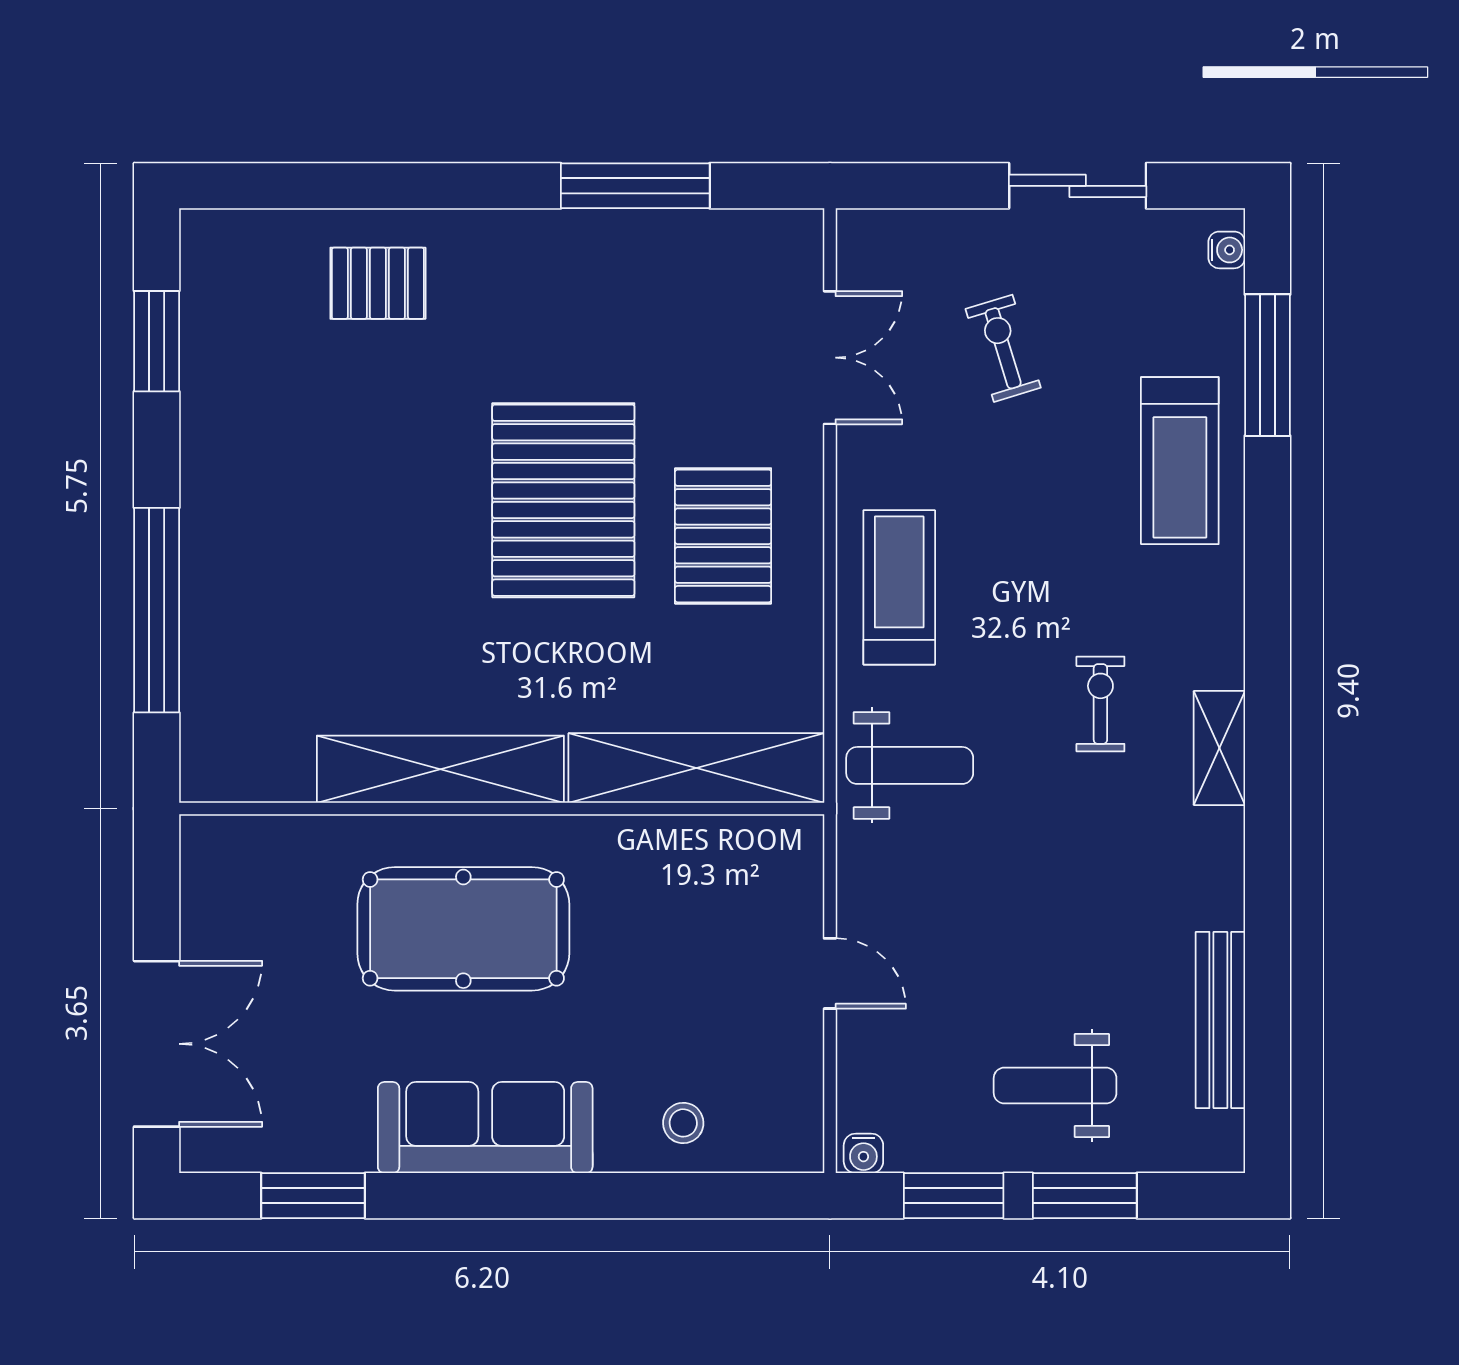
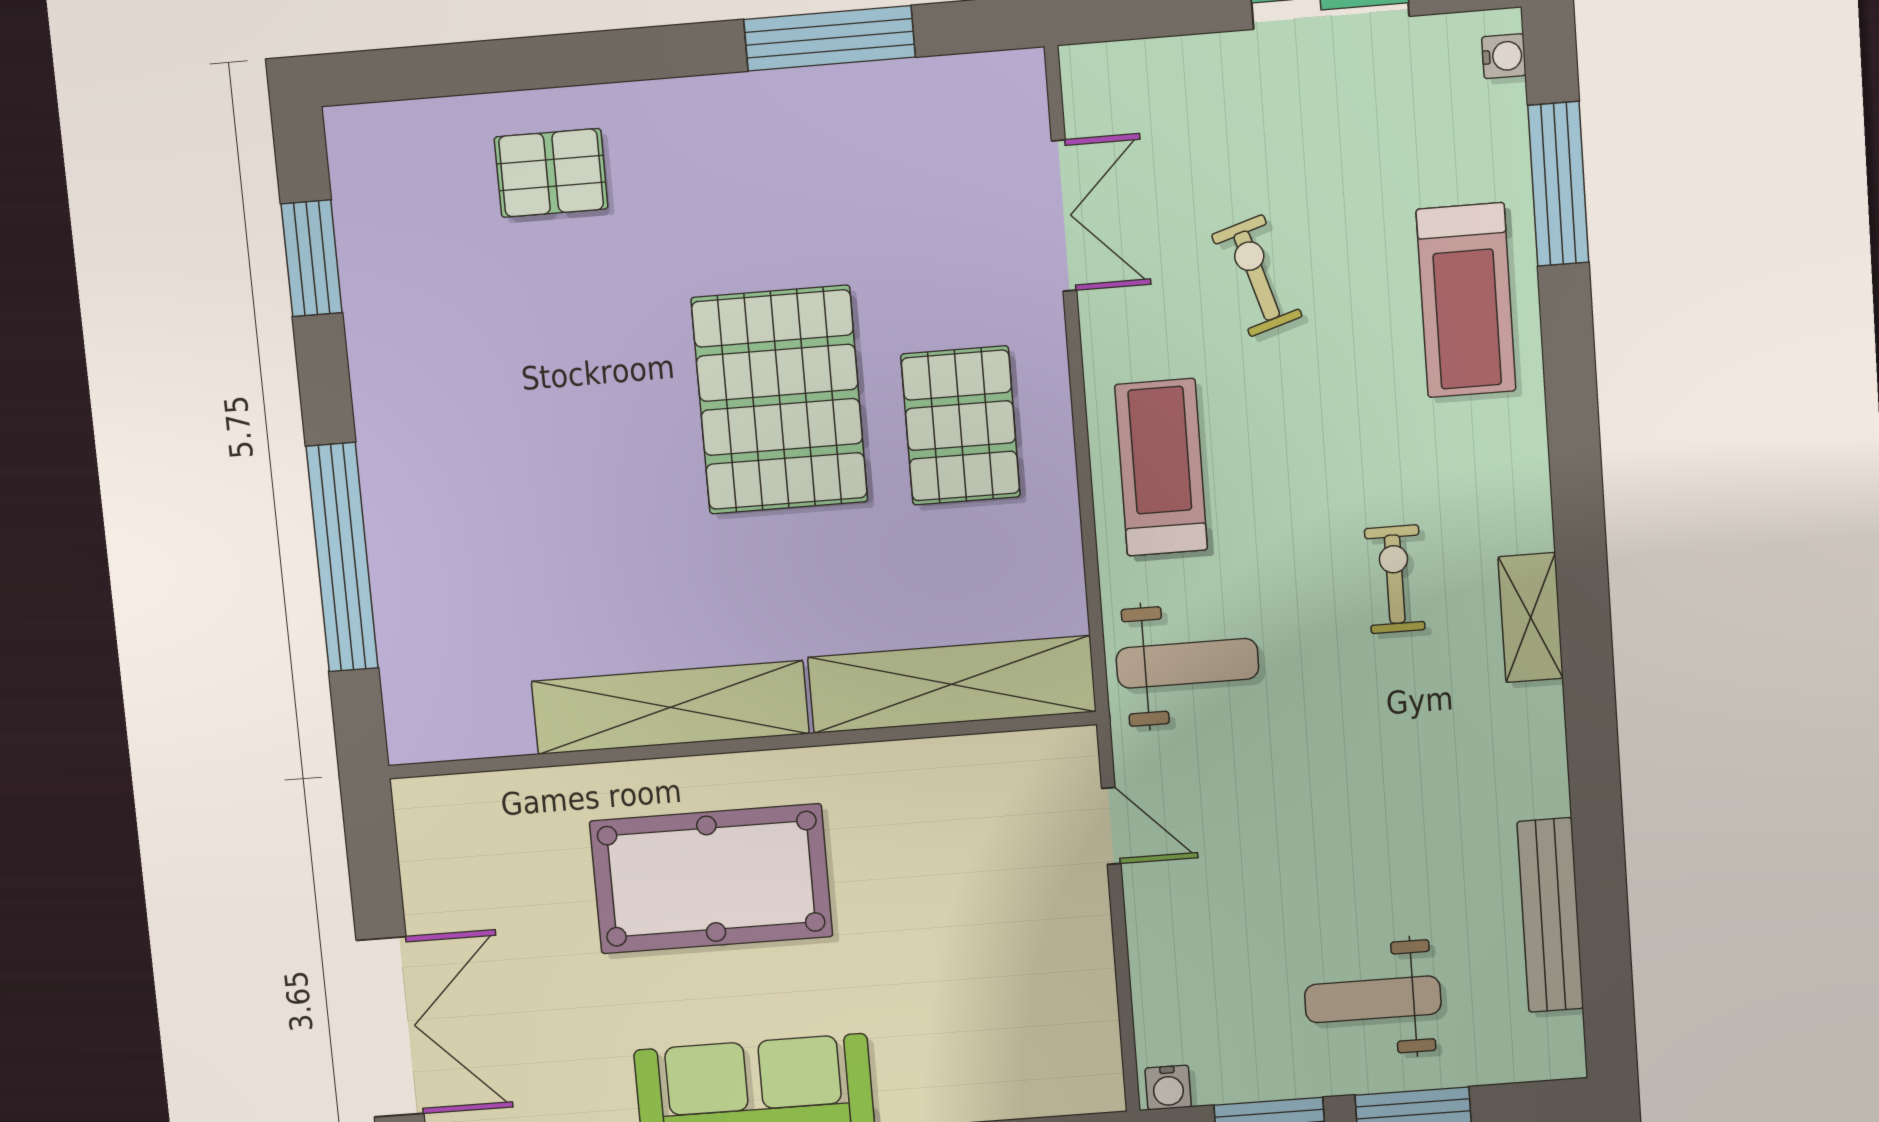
exercise bike: (1003, 348) -> (1257, 276), moved
door: (830, 973) -> (1111, 826), moved
stool: (683, 1123) -> (969, 1069), removed

